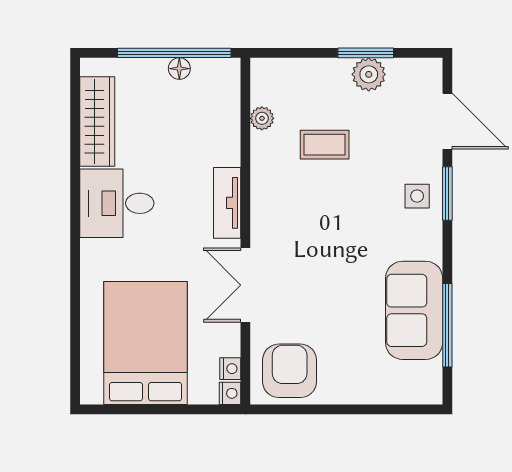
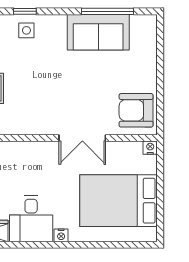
window: (447, 193) -> (25, 11), width x0.67
tv unit: (227, 203) -> (31, 149), removed
nightstand: (230, 369) -> (61, 235), moved, turned 180

